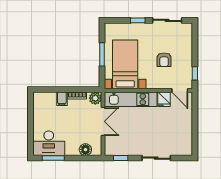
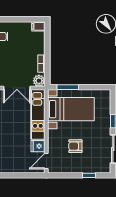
window: (102, 54) -> (68, 87), moved
window: (195, 73) -> (89, 175), moved
filing cabinet: (62, 99) -> (38, 26), moved

